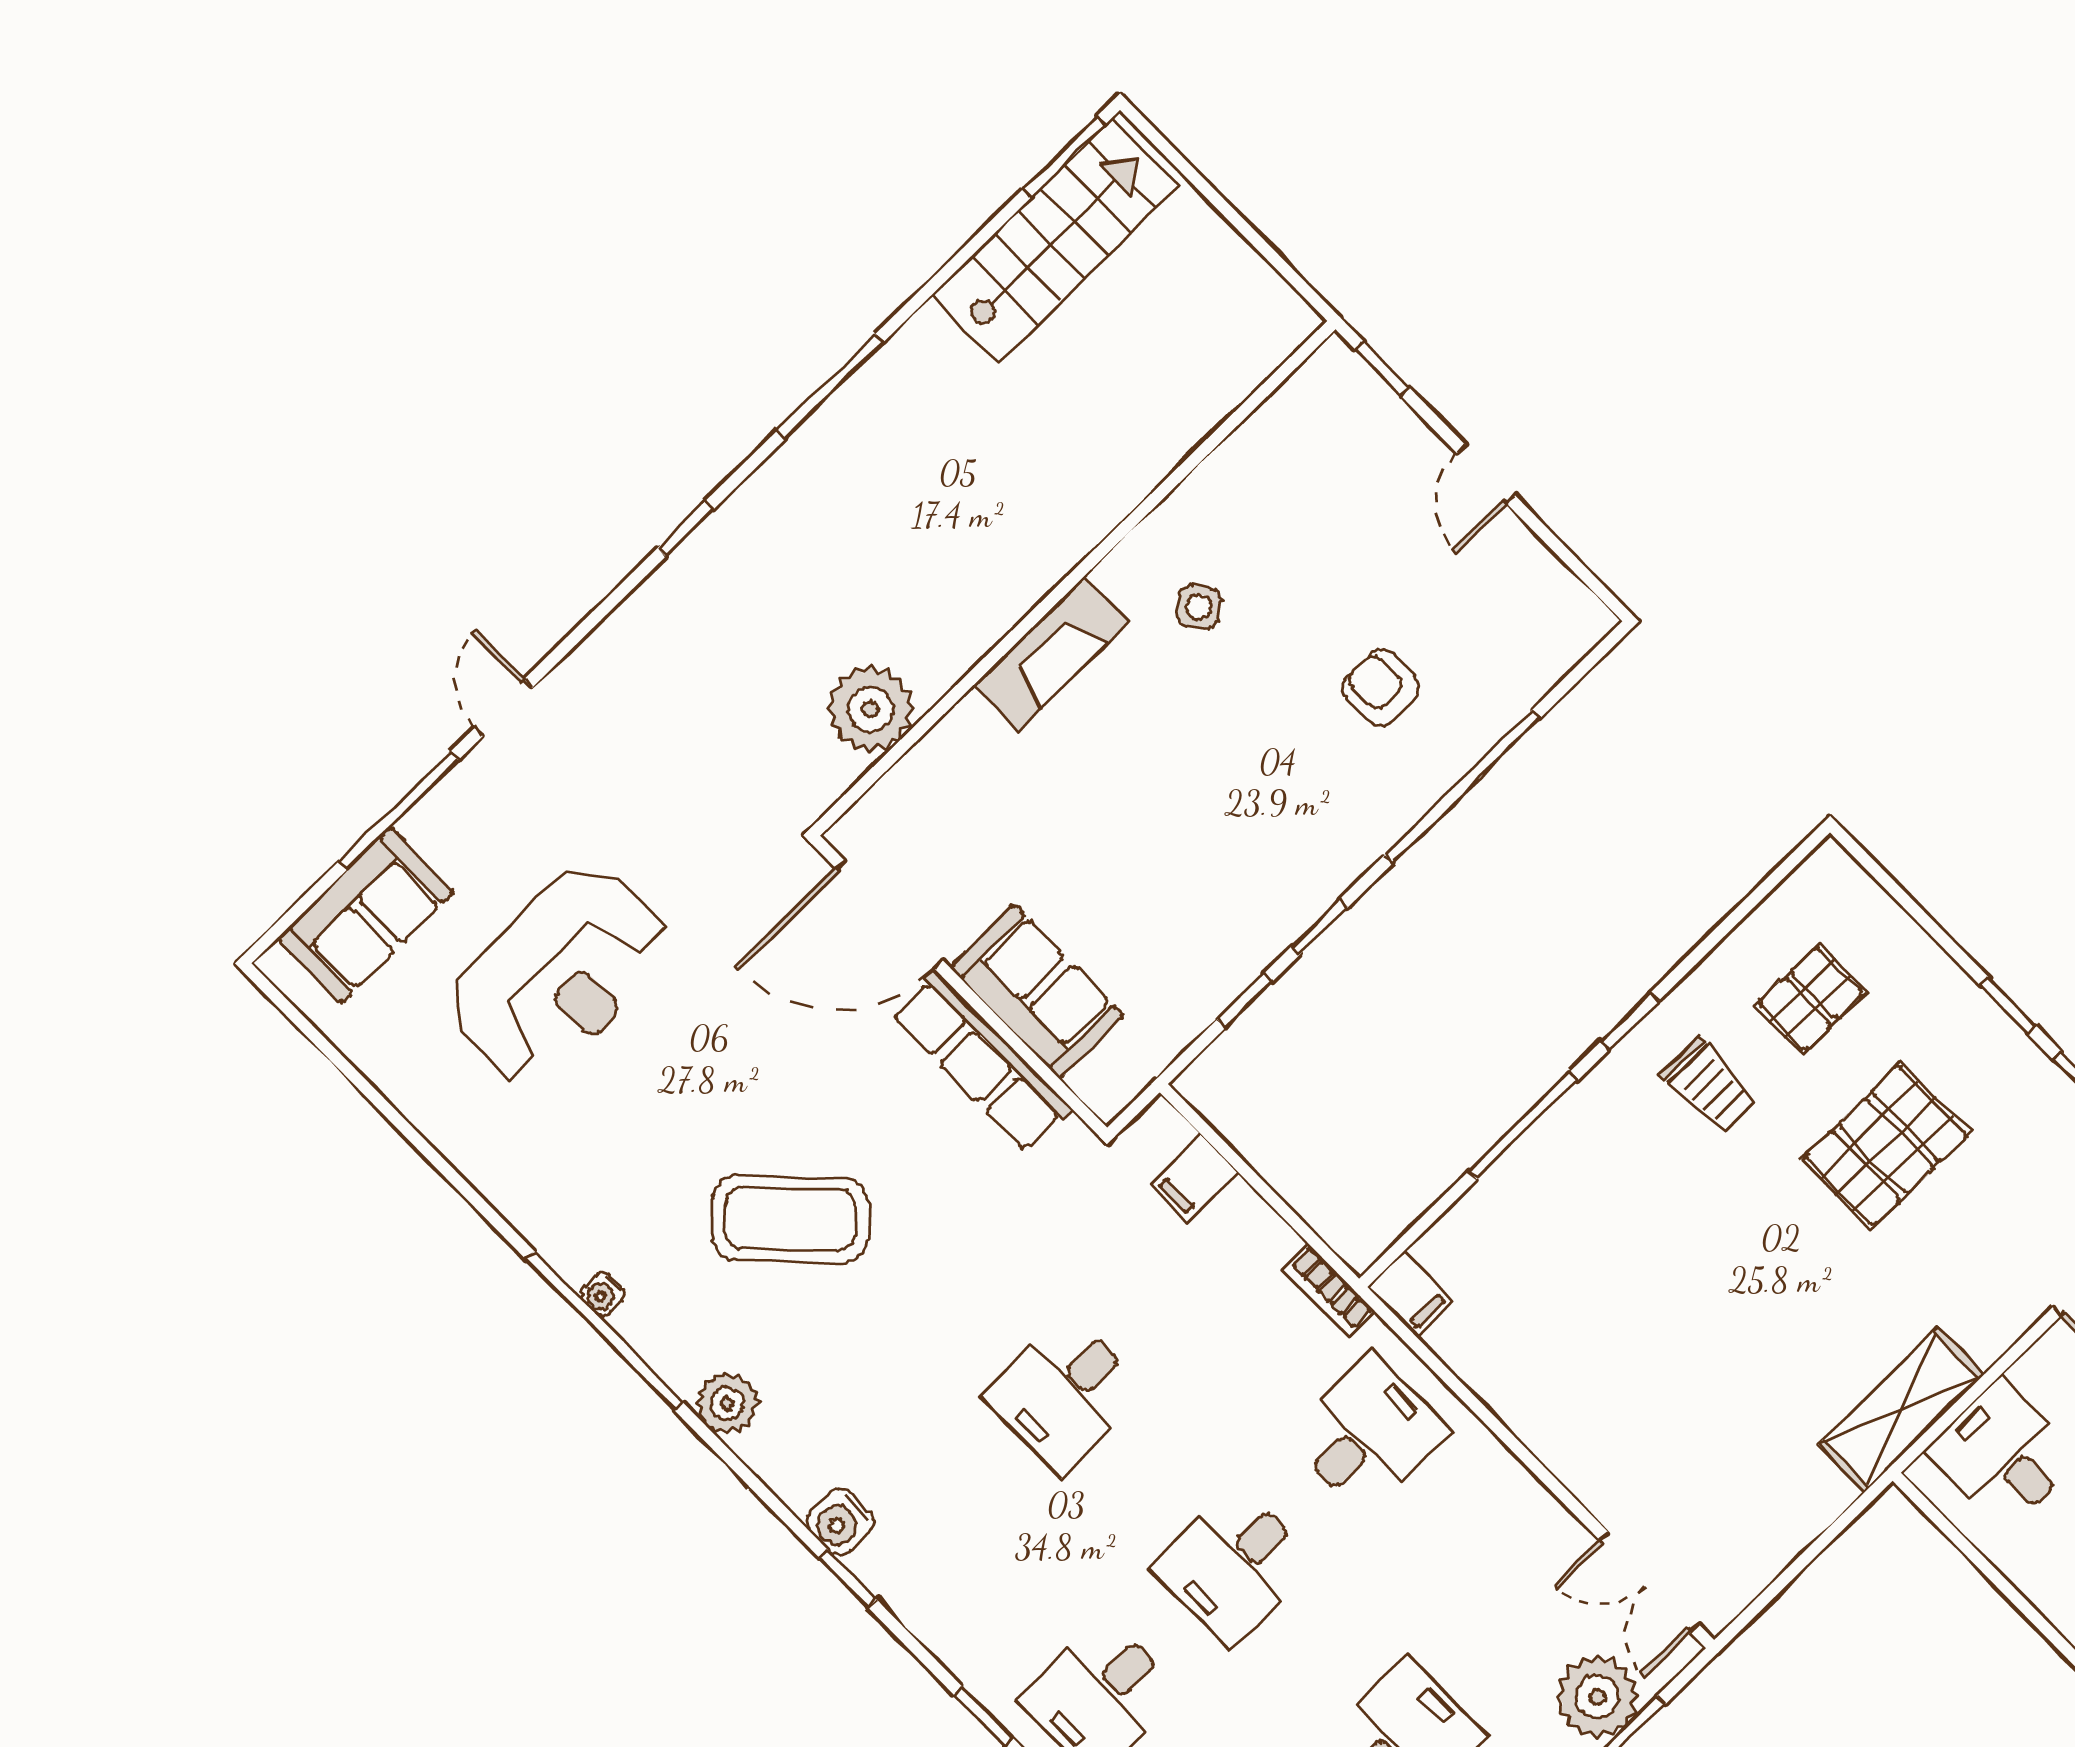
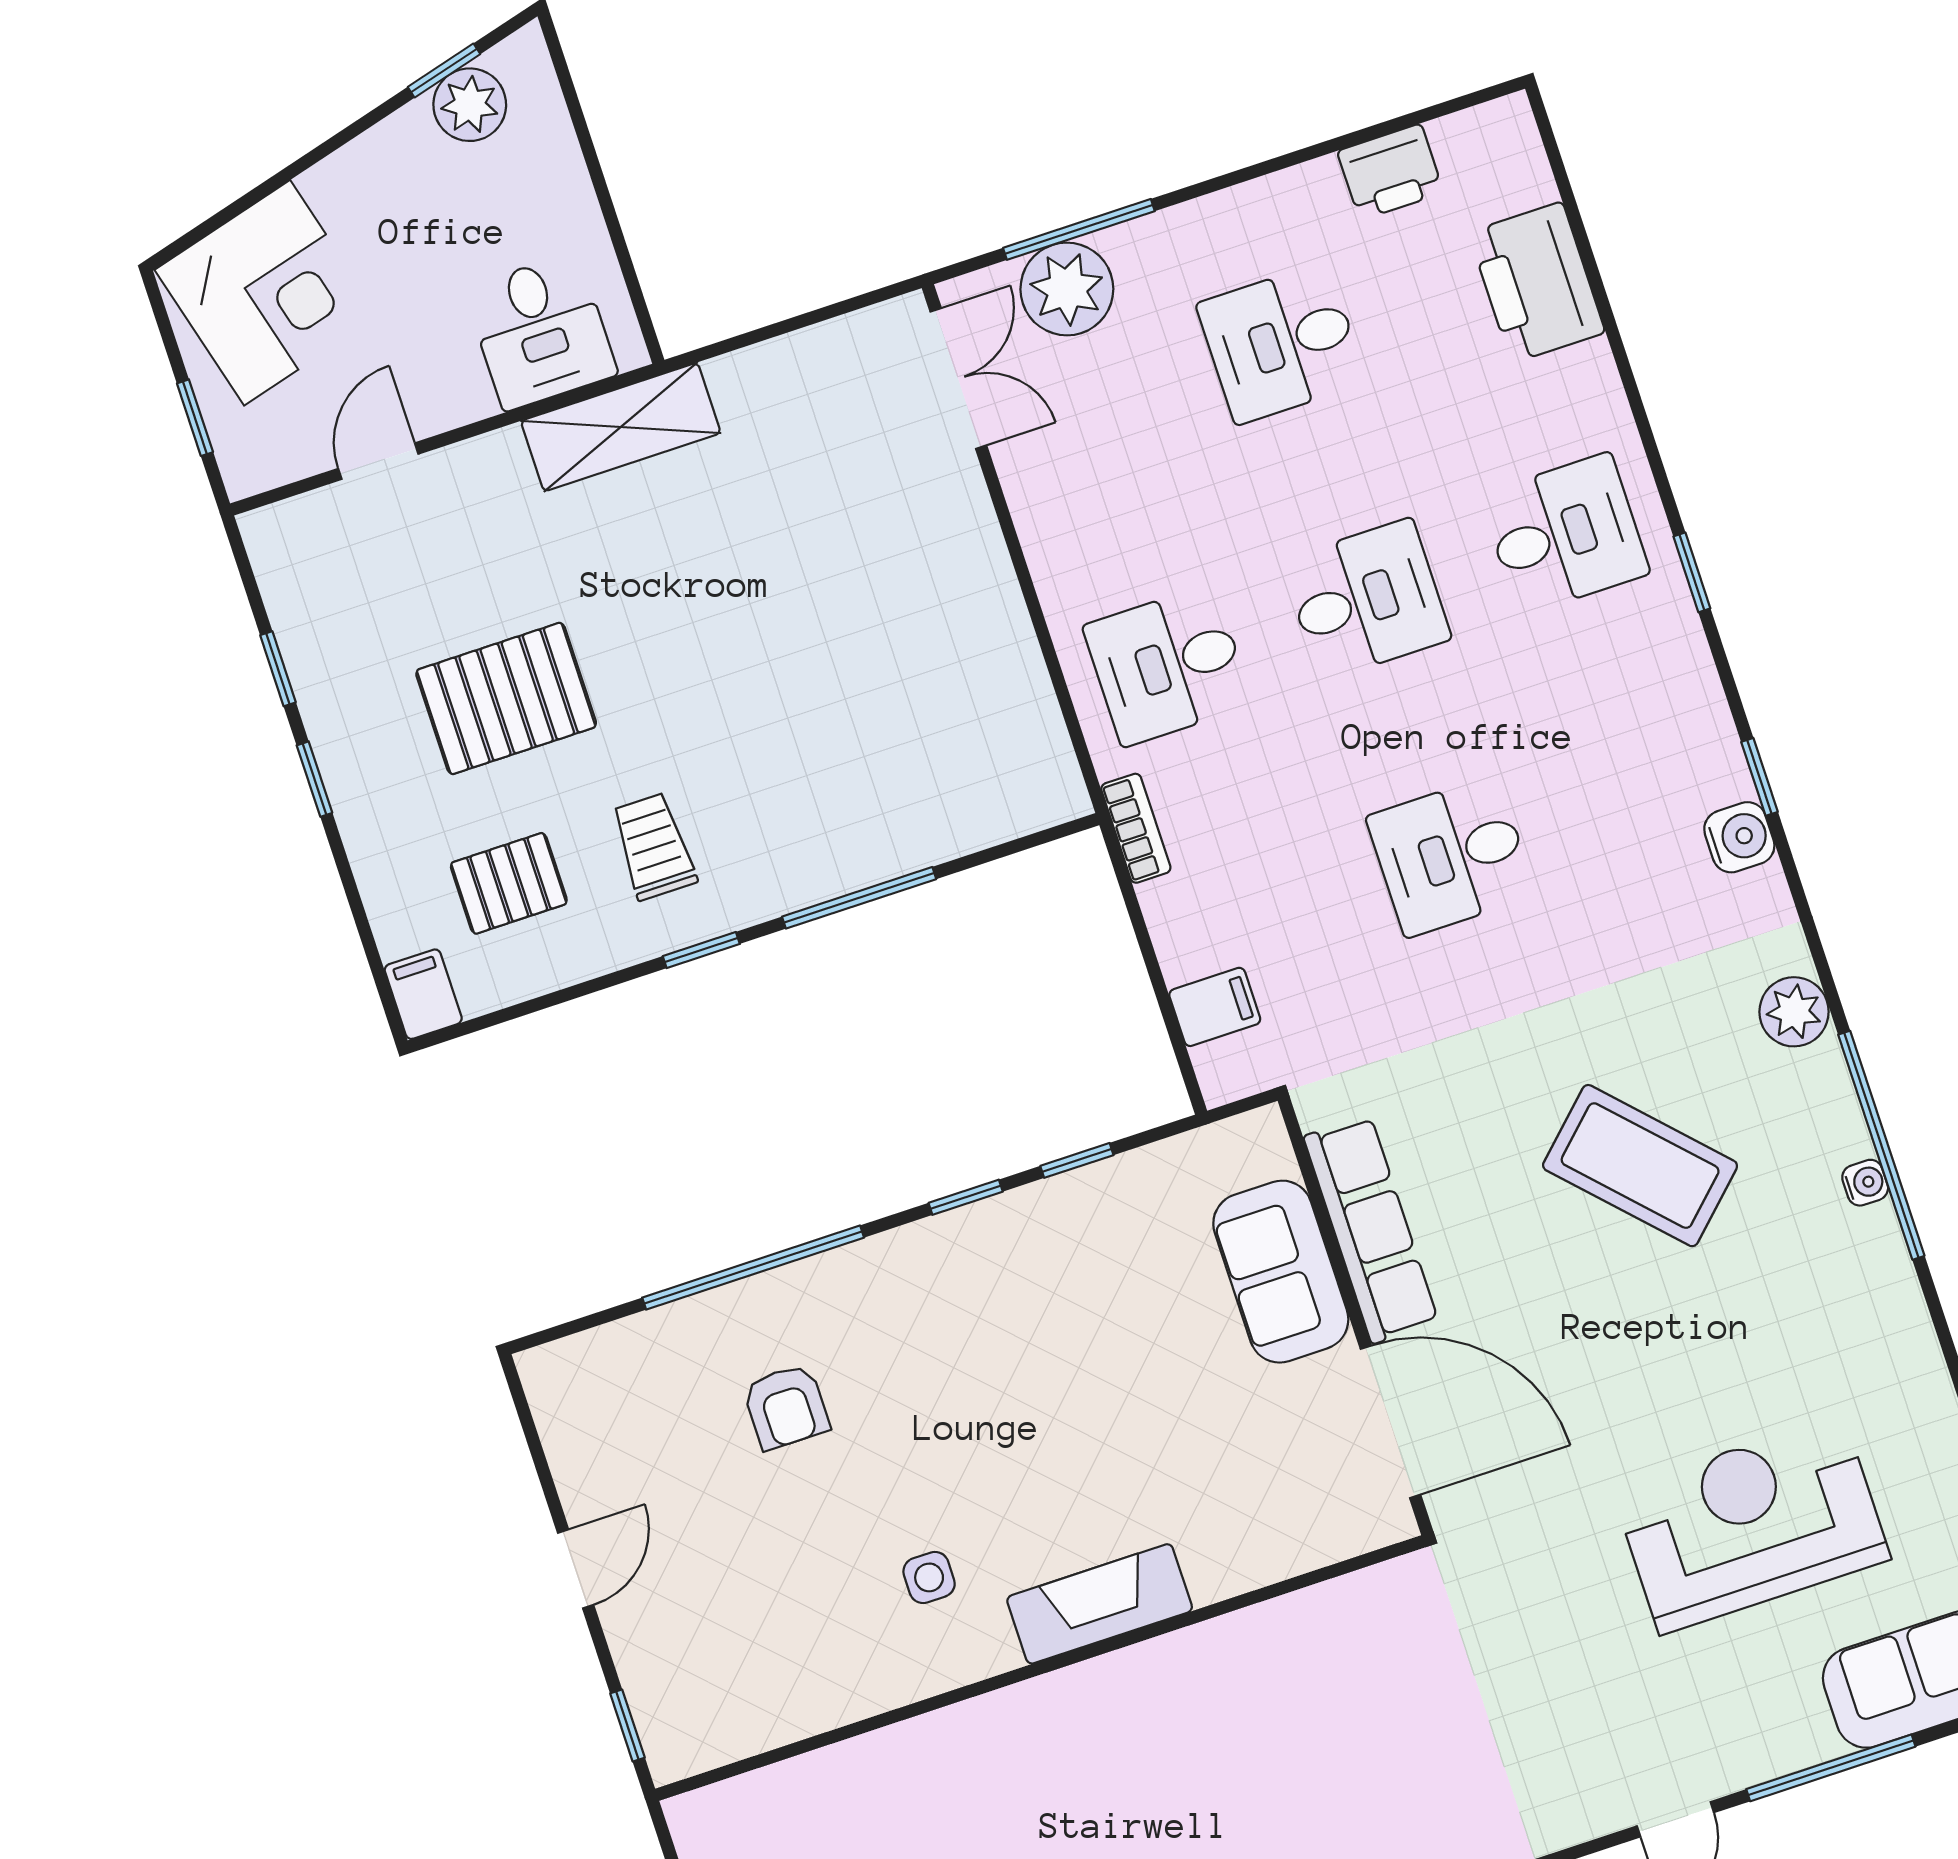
side table: (1199, 607) -> (929, 1577), turned 36
plant: (871, 709) -> (1308, 1637), removed
filing cabinet: (1410, 1294) -> (423, 994), moved
desk: (1064, 1393) -> (1451, 856), turned 180

